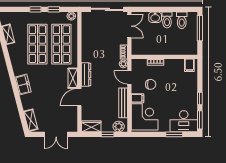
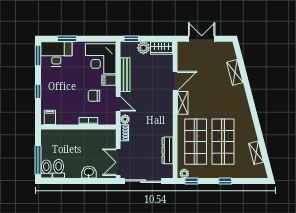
window: (54, 9) -> (192, 181), moved
toilet: (167, 20) -> (46, 169), moved
dresser: (86, 75) -> (168, 150), moved
freezer: (23, 85) -> (239, 96), removed
window: (200, 98) -> (38, 91), moved
shelving: (31, 120) -> (235, 72), moved
plant: (119, 127) -> (143, 48), moved
window: (108, 134) -> (131, 39), moved

